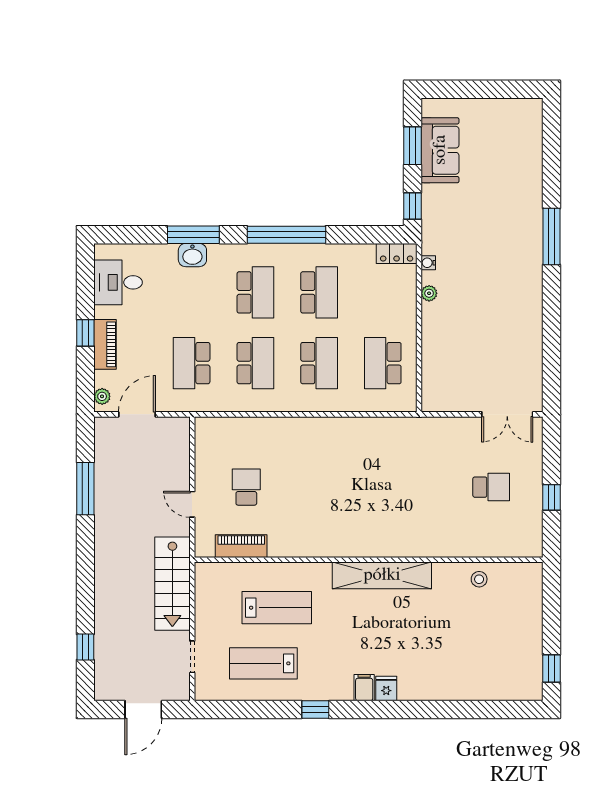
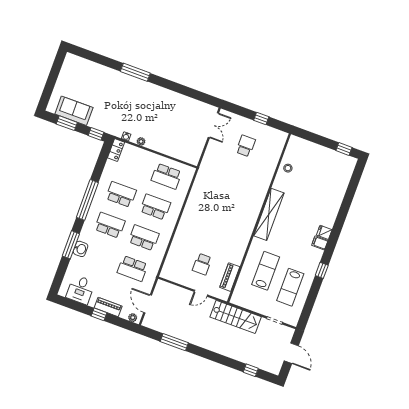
school desk: (246, 487) -> (202, 264), turned -90

